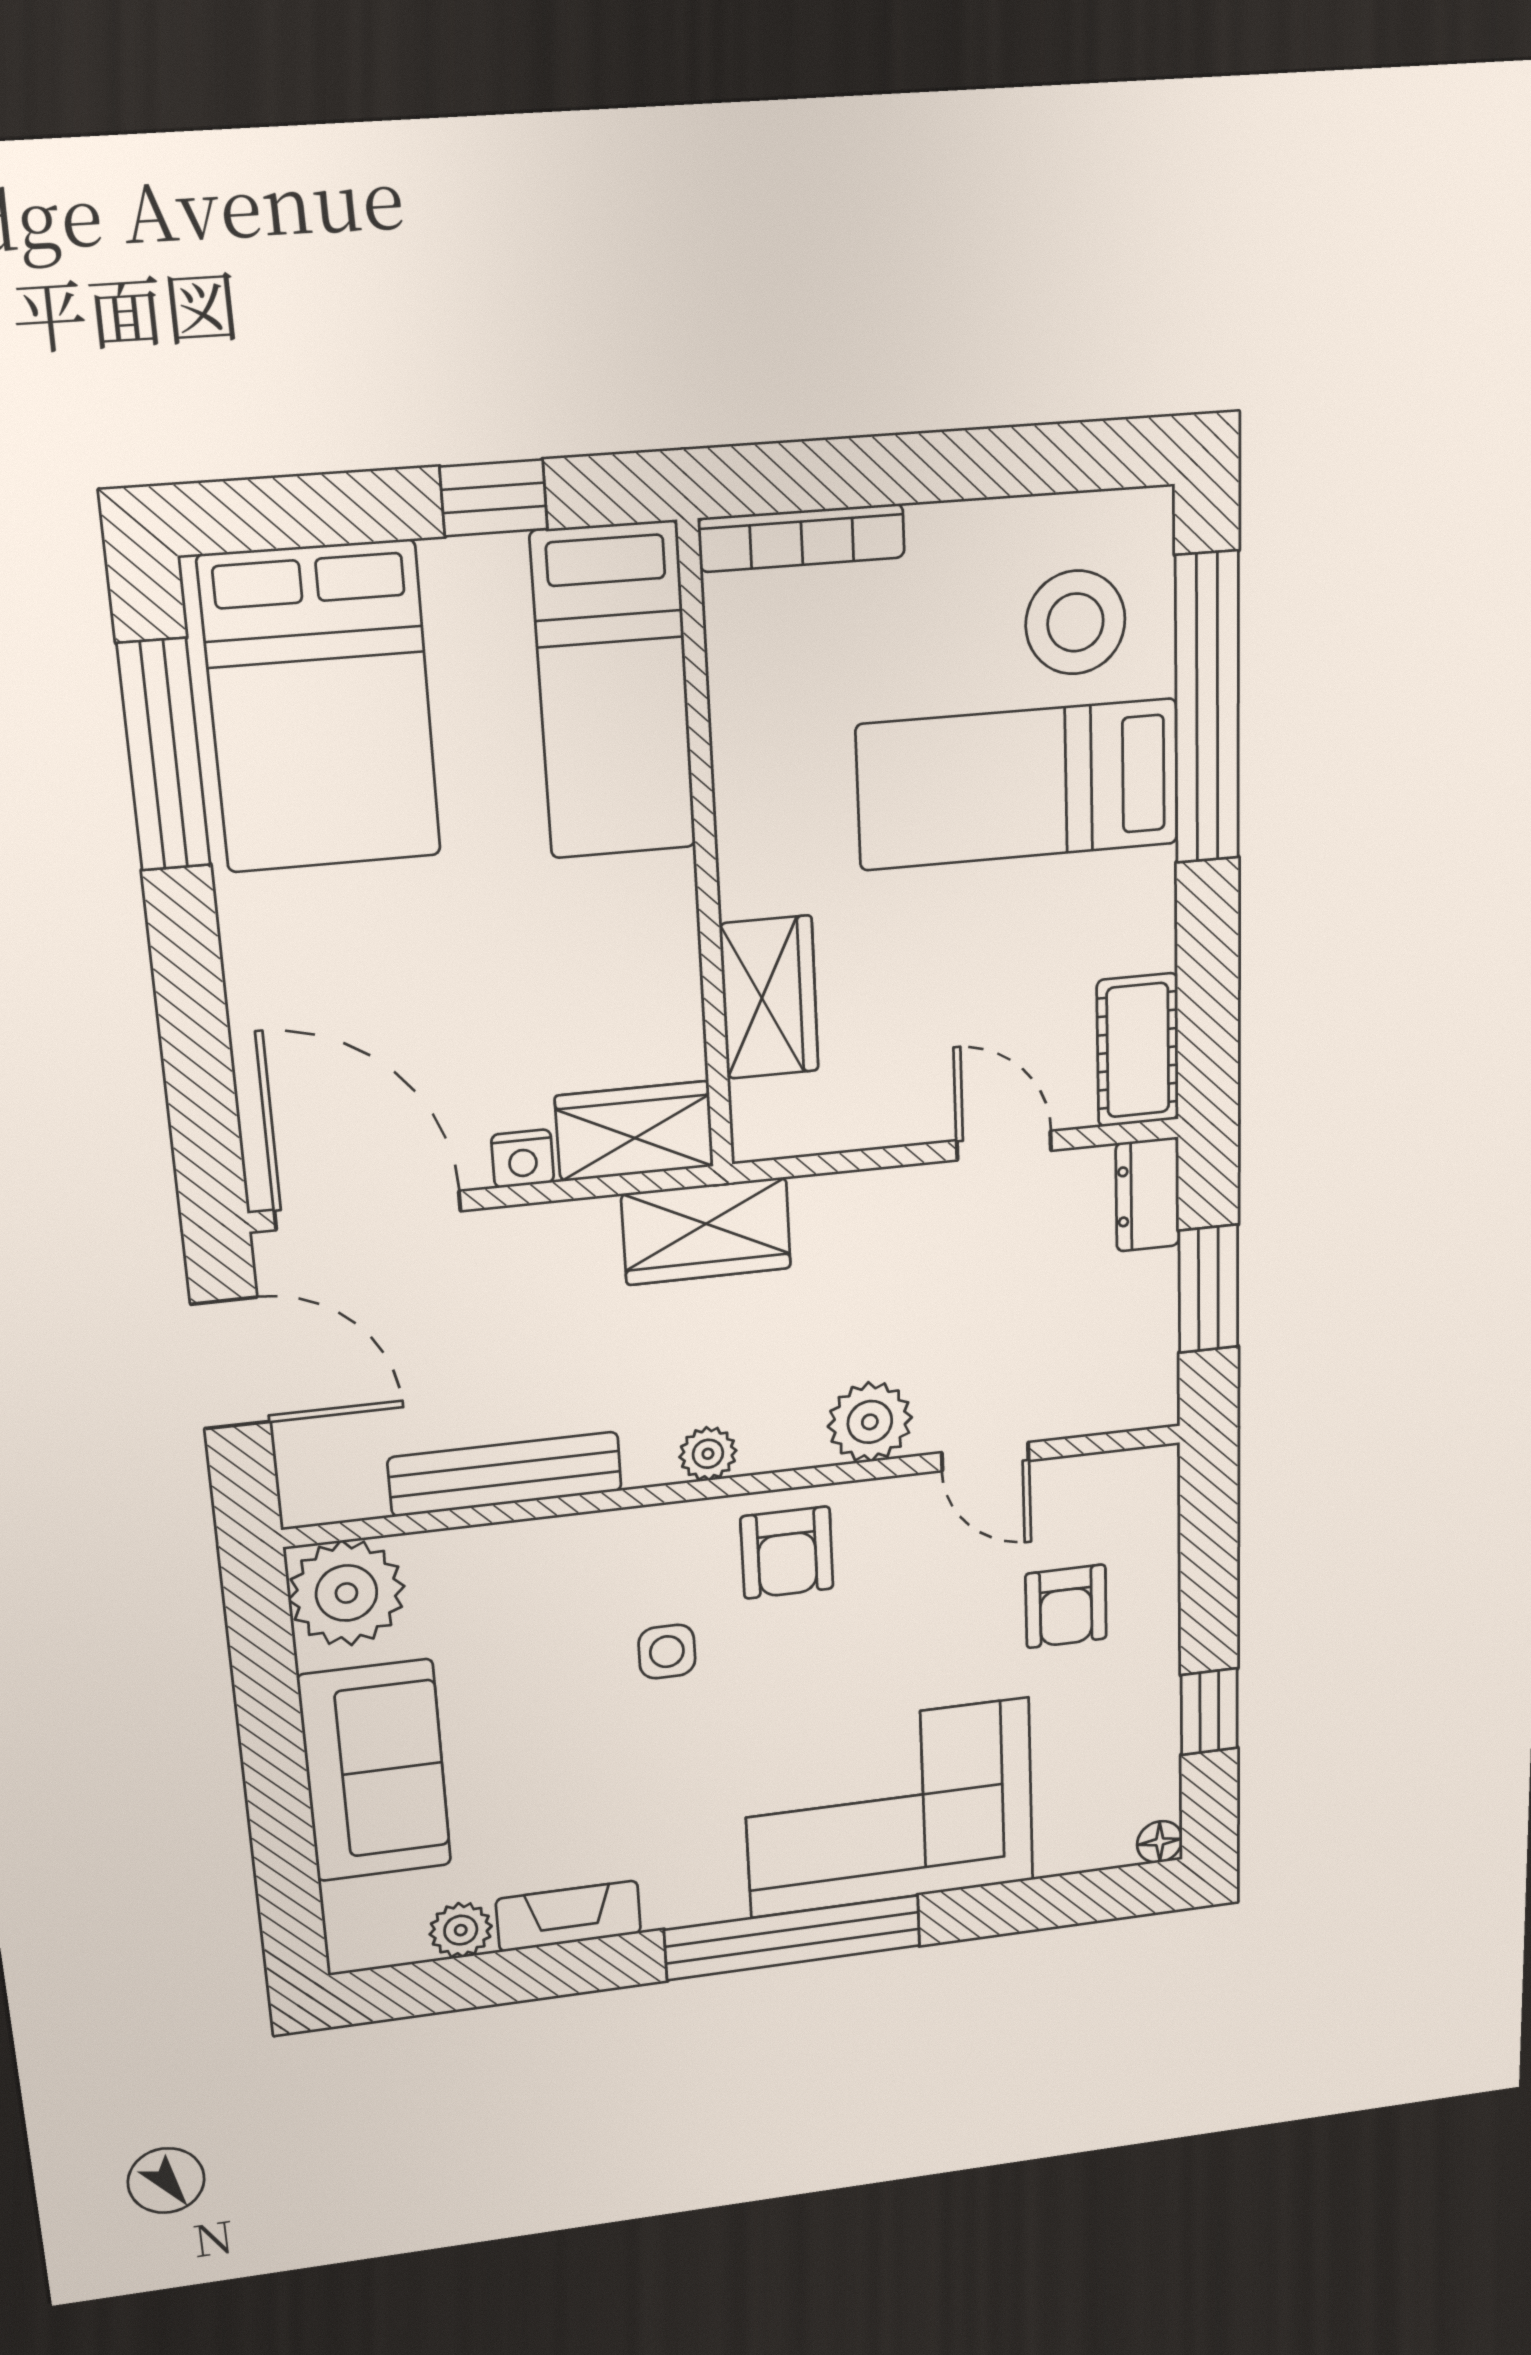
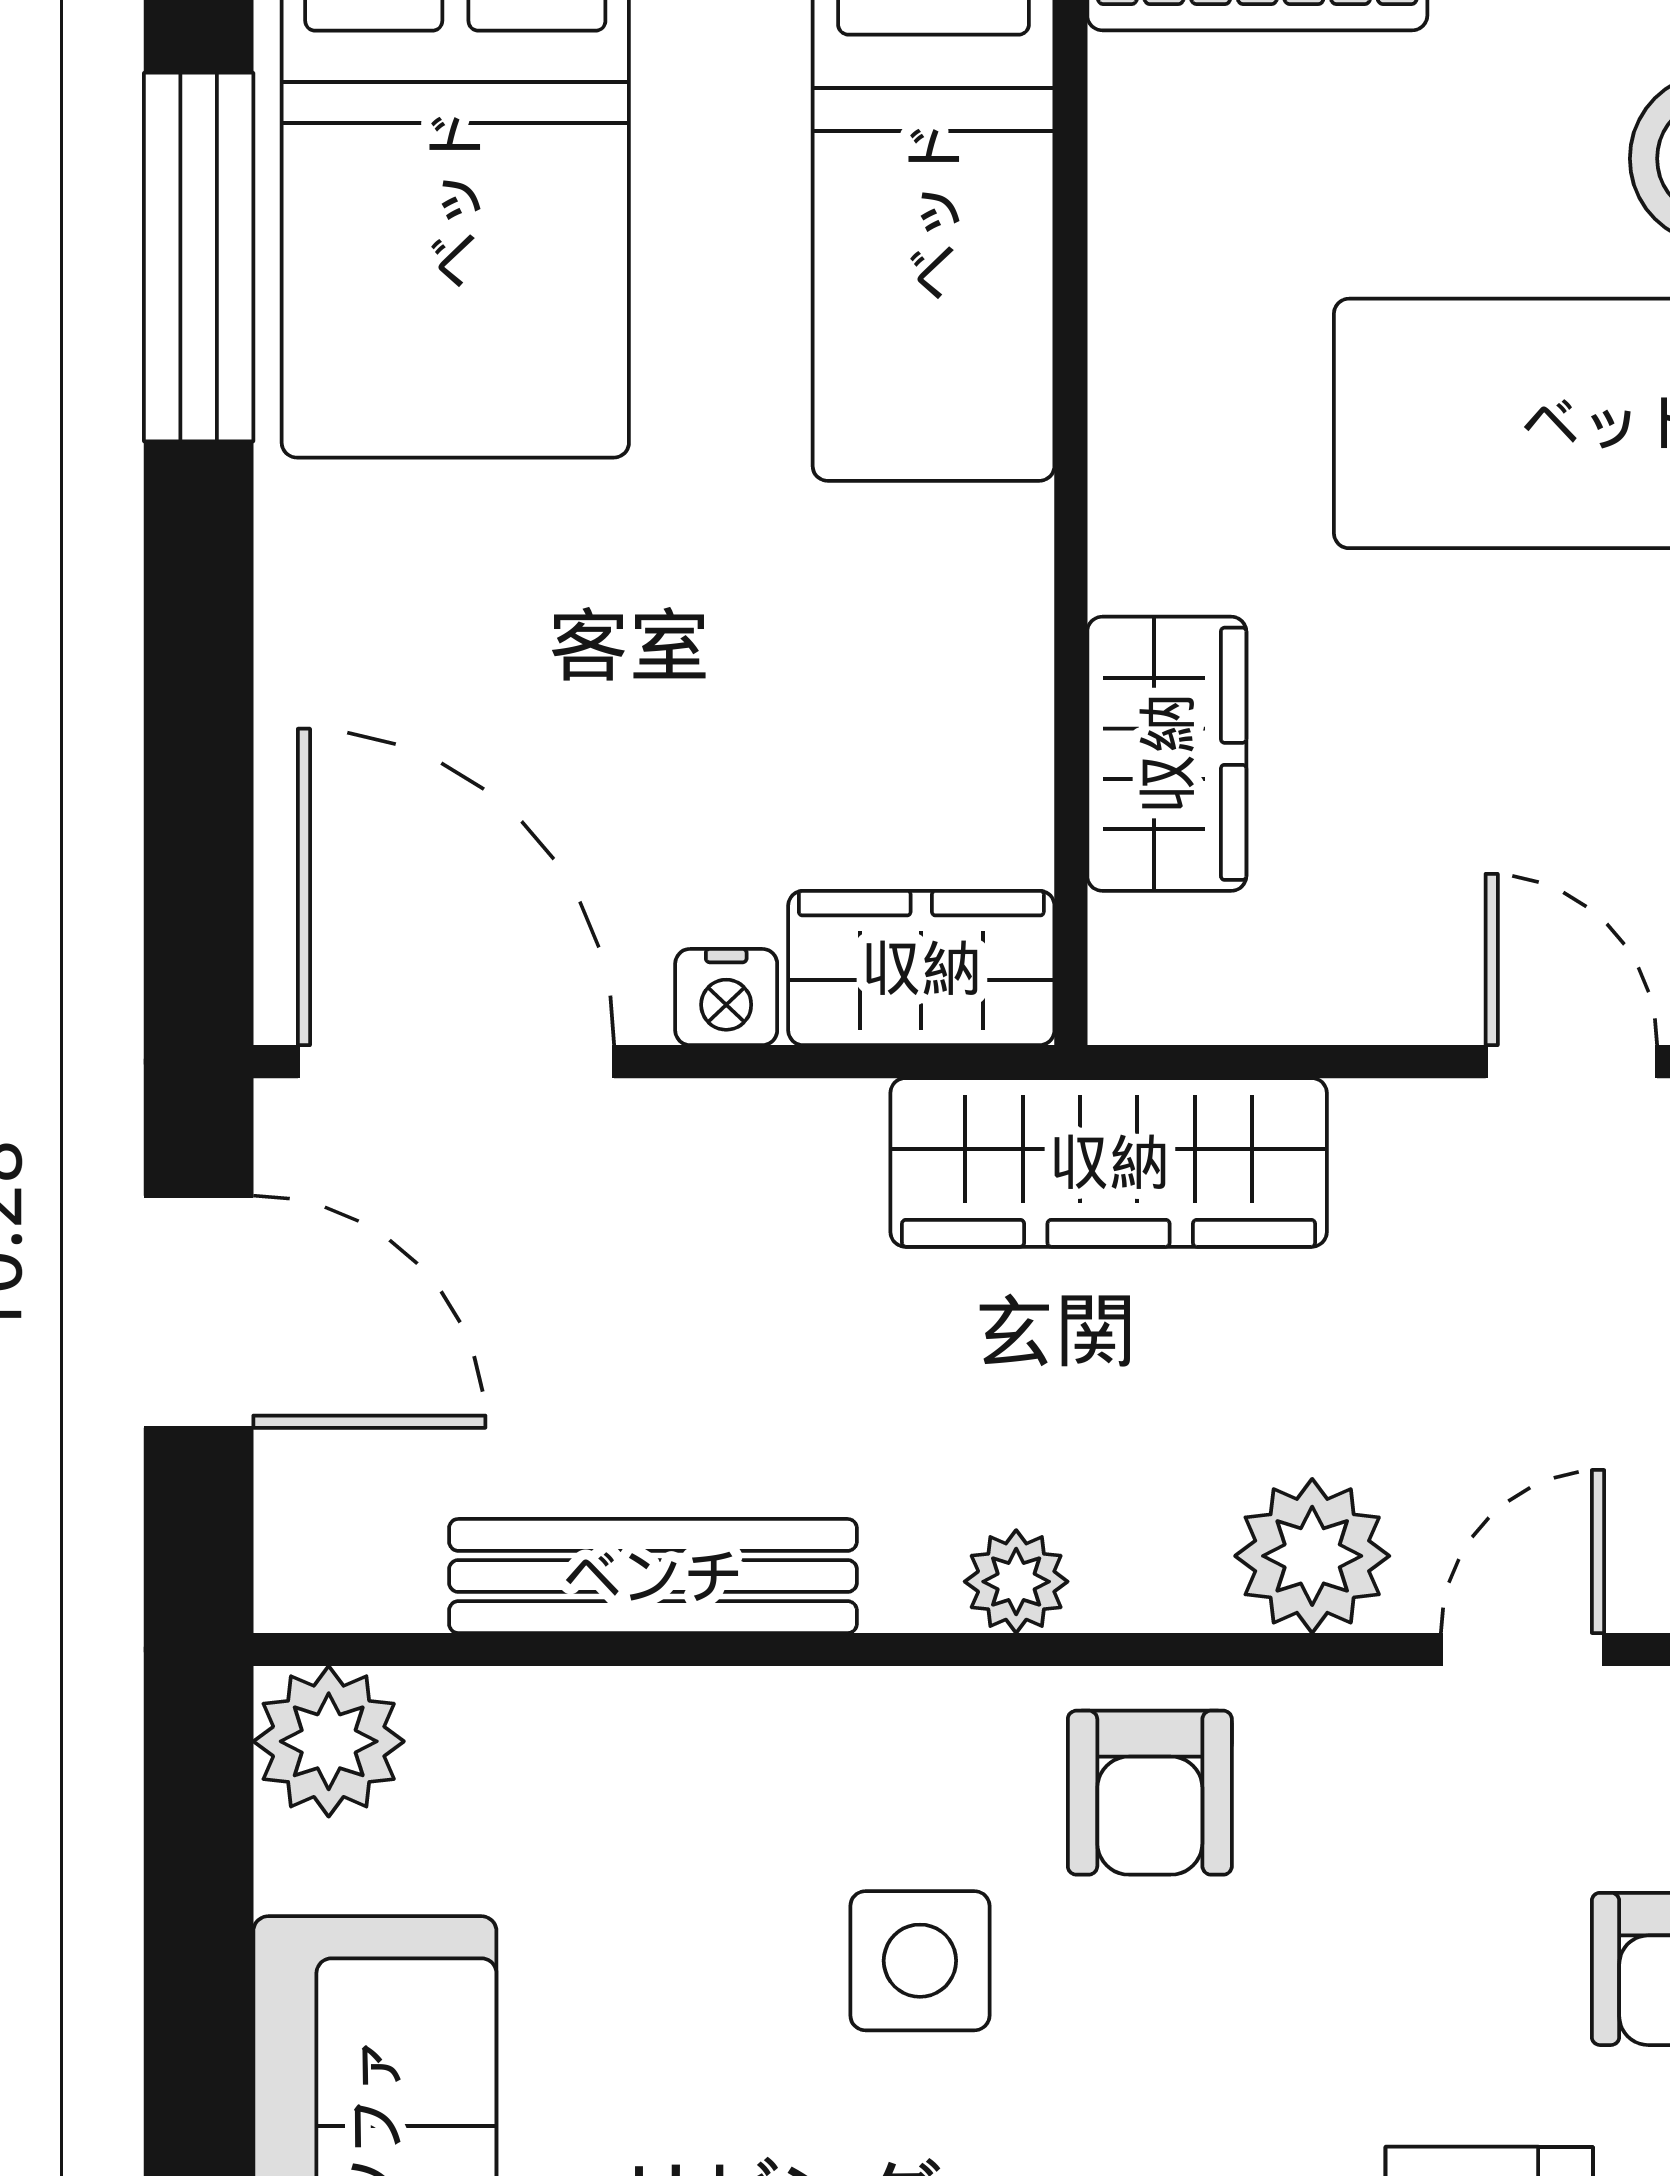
wardrobe: (706, 1231) -> (1109, 1162), width x1.50
door: (985, 1457) -> (1523, 1650), swing flipped
plant: (346, 1593) -> (329, 1741), width x0.73, depth x0.73
side table: (667, 1652) -> (920, 1961), width x1.37, depth x1.37

